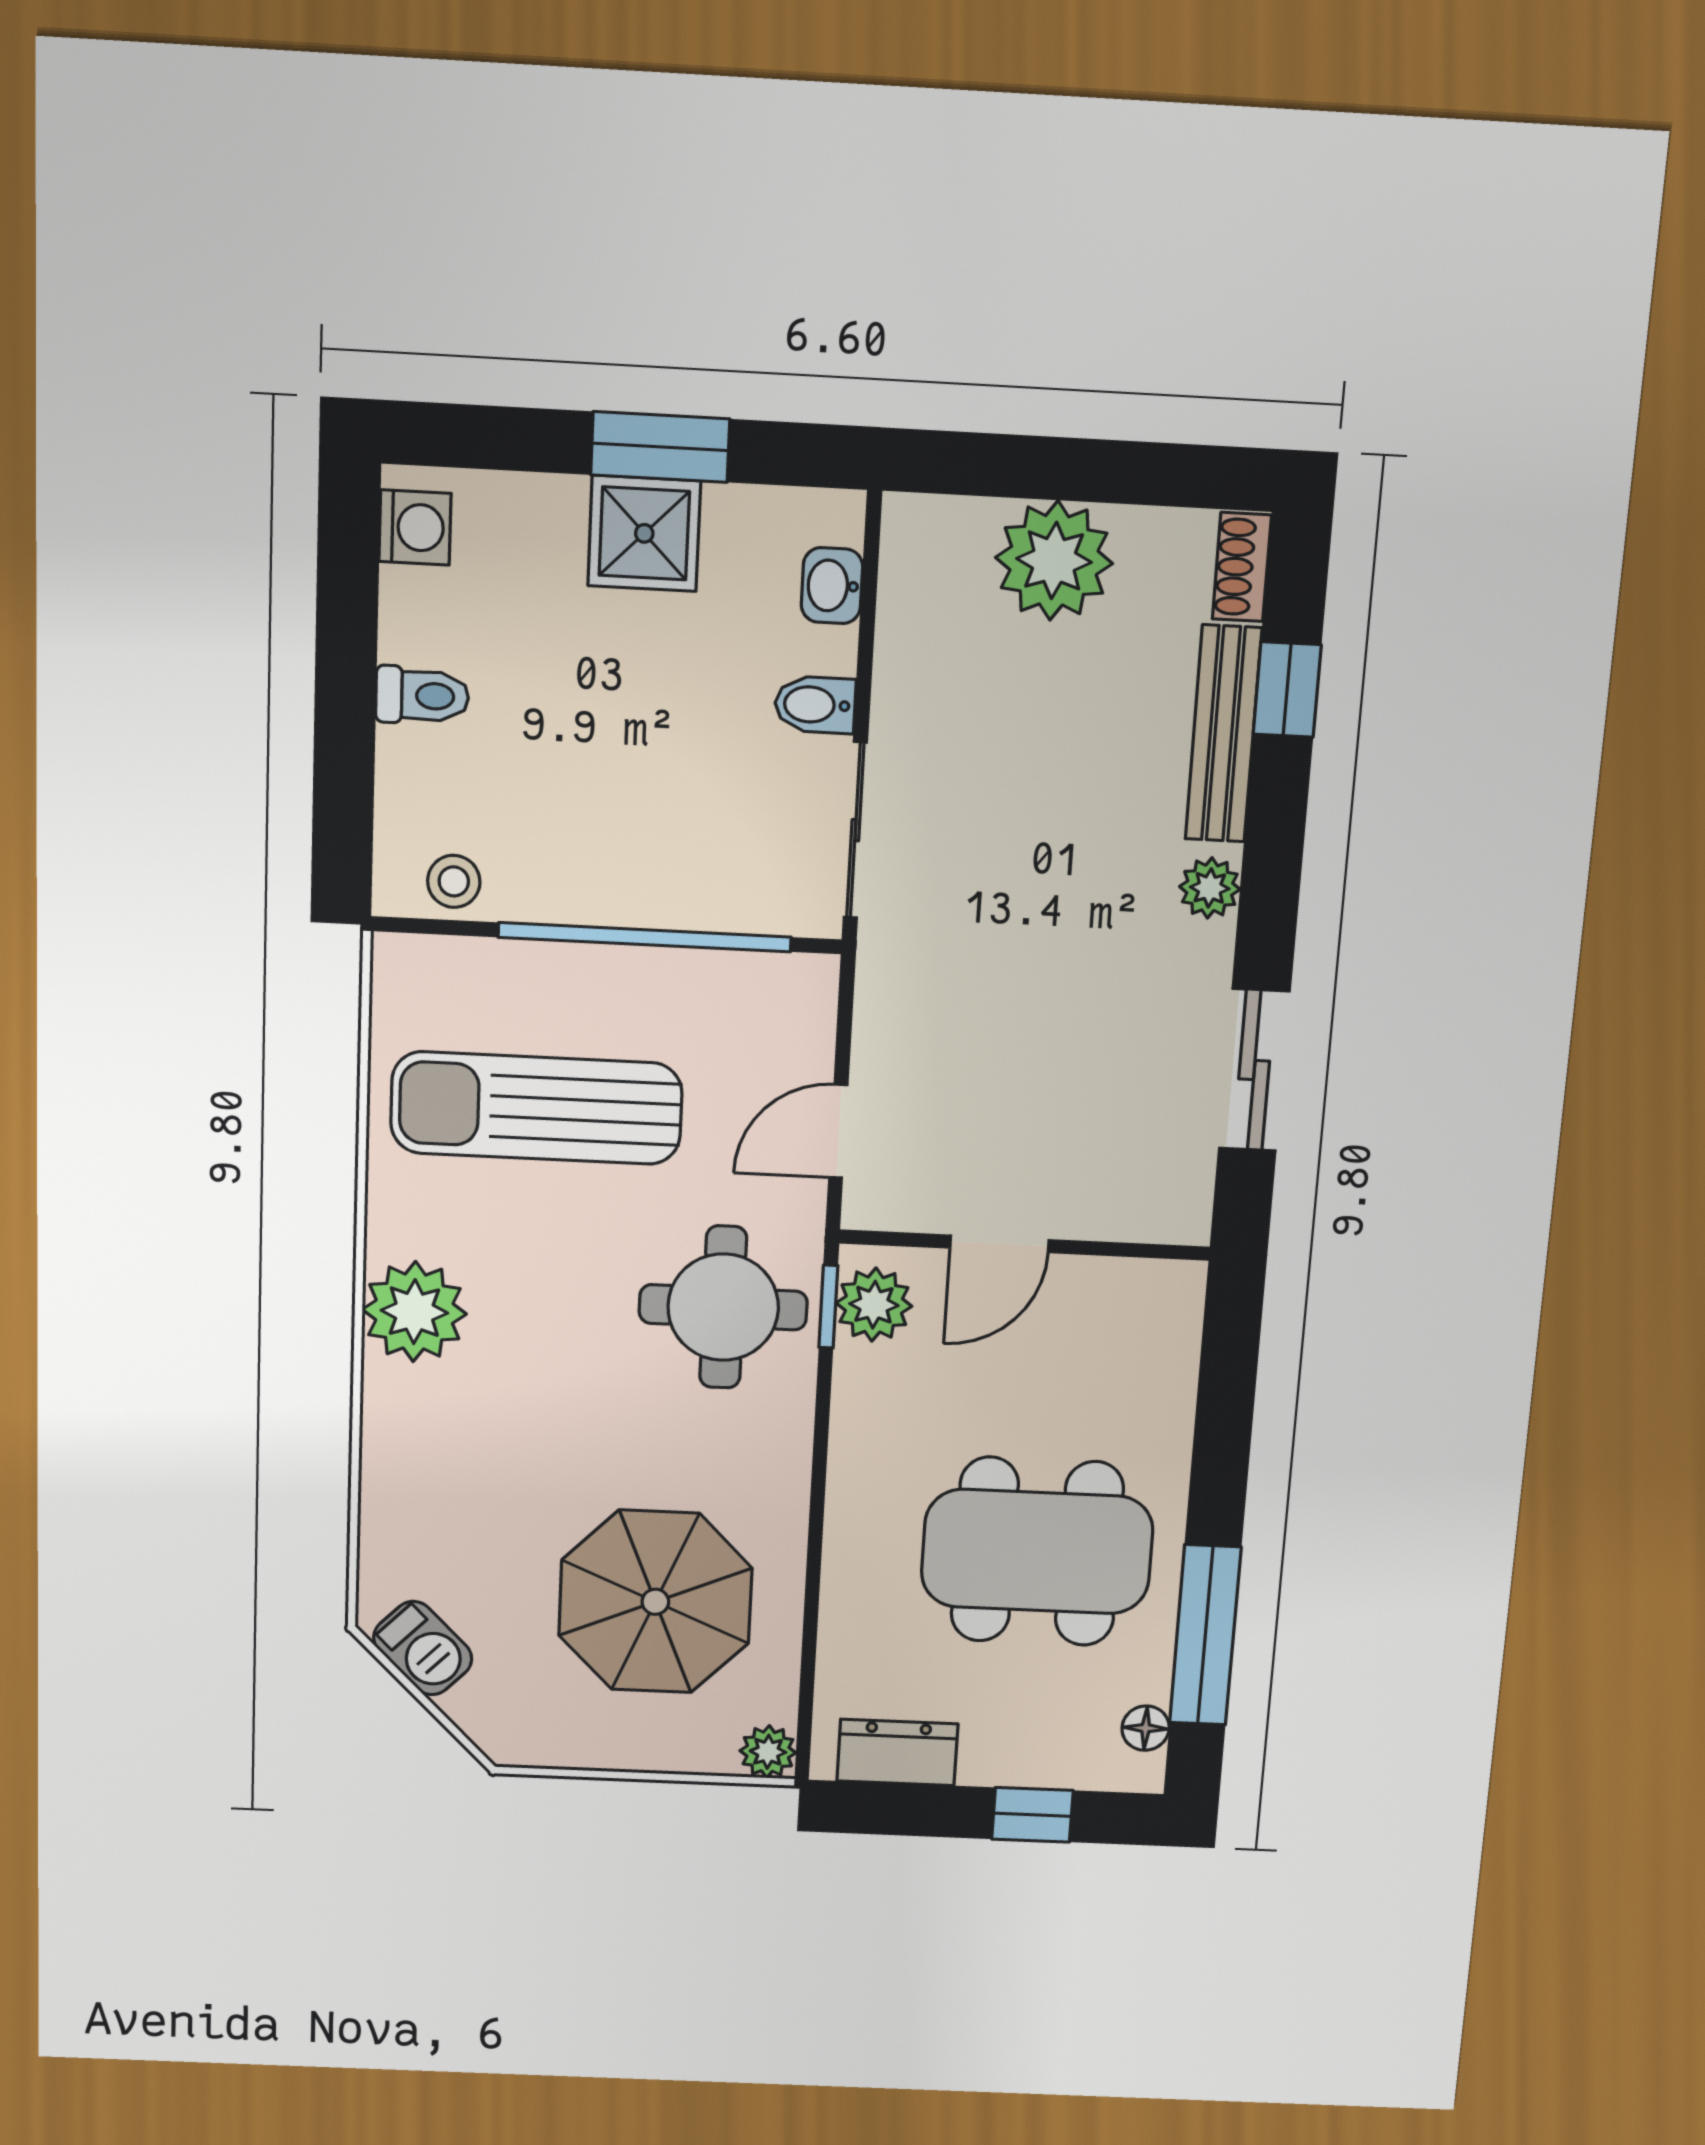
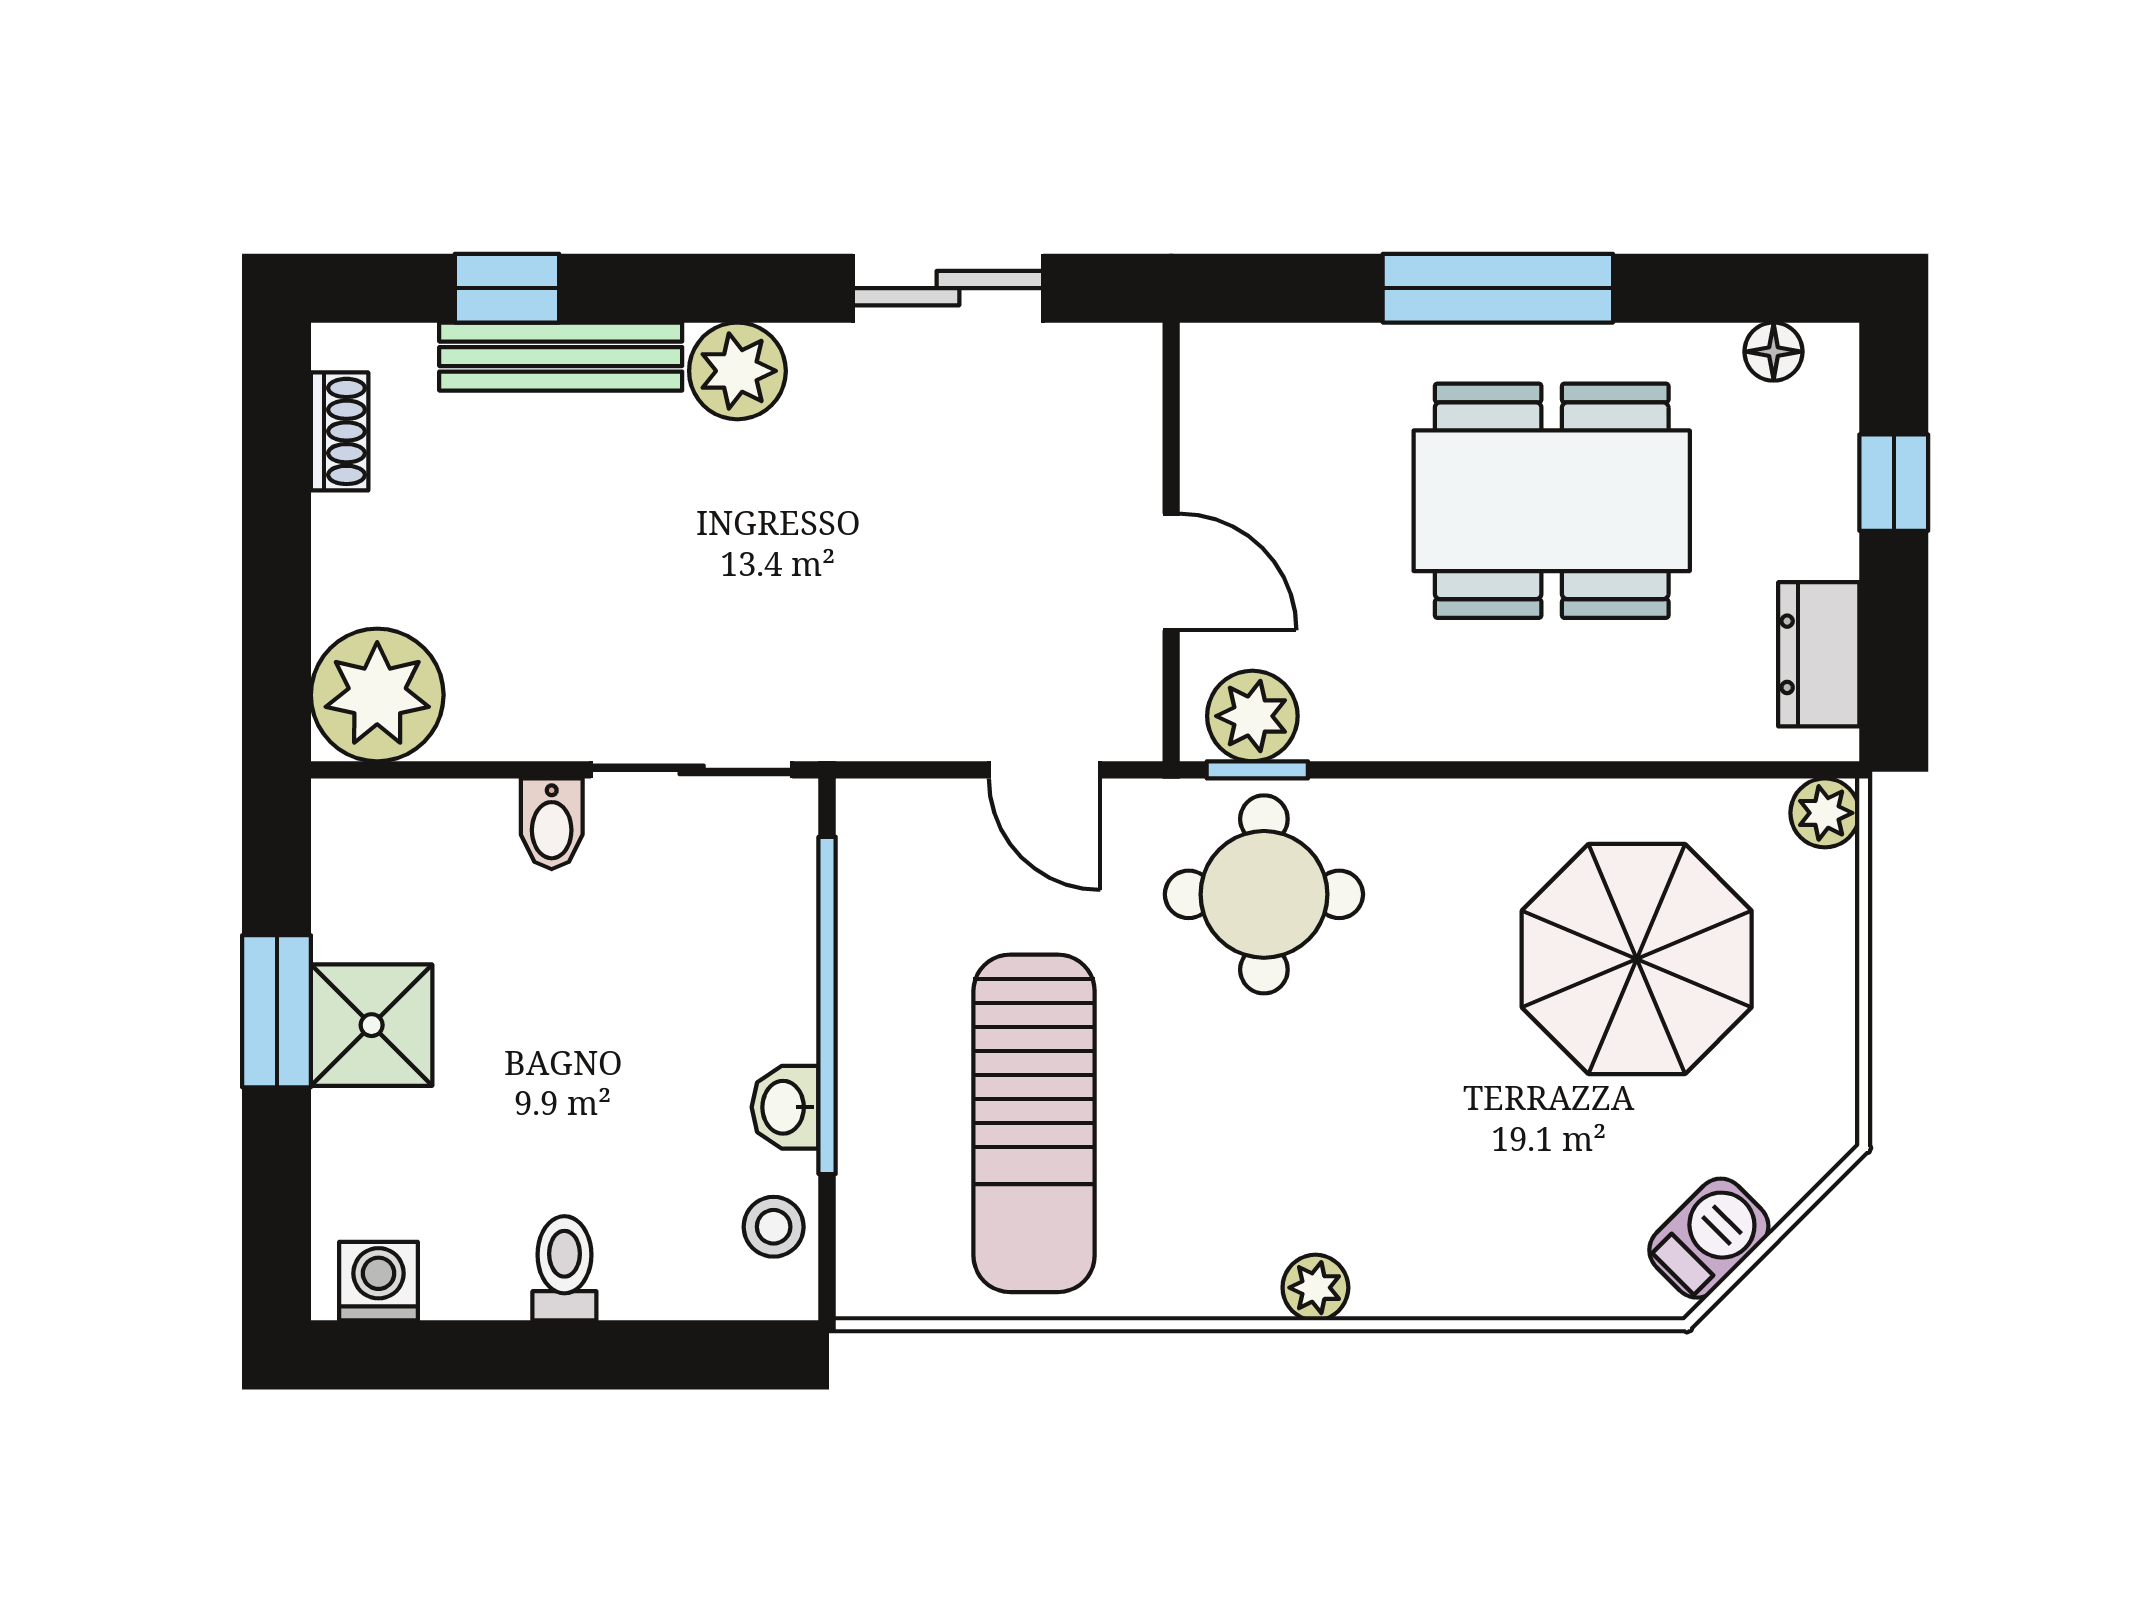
plant: (1054, 560) -> (377, 695), moved
shoe rack: (1242, 567) -> (340, 431), moved, turned -90
washbasin: (832, 586) -> (785, 1107), moved, turned 90
plant: (1210, 888) -> (737, 371), width x1.38, depth x1.38
plant: (414, 1312) -> (1315, 1288), width x0.53, depth x0.53
dining table: (1037, 1552) -> (1552, 501), turned 90
window: (1205, 1635) -> (1498, 288), moved

